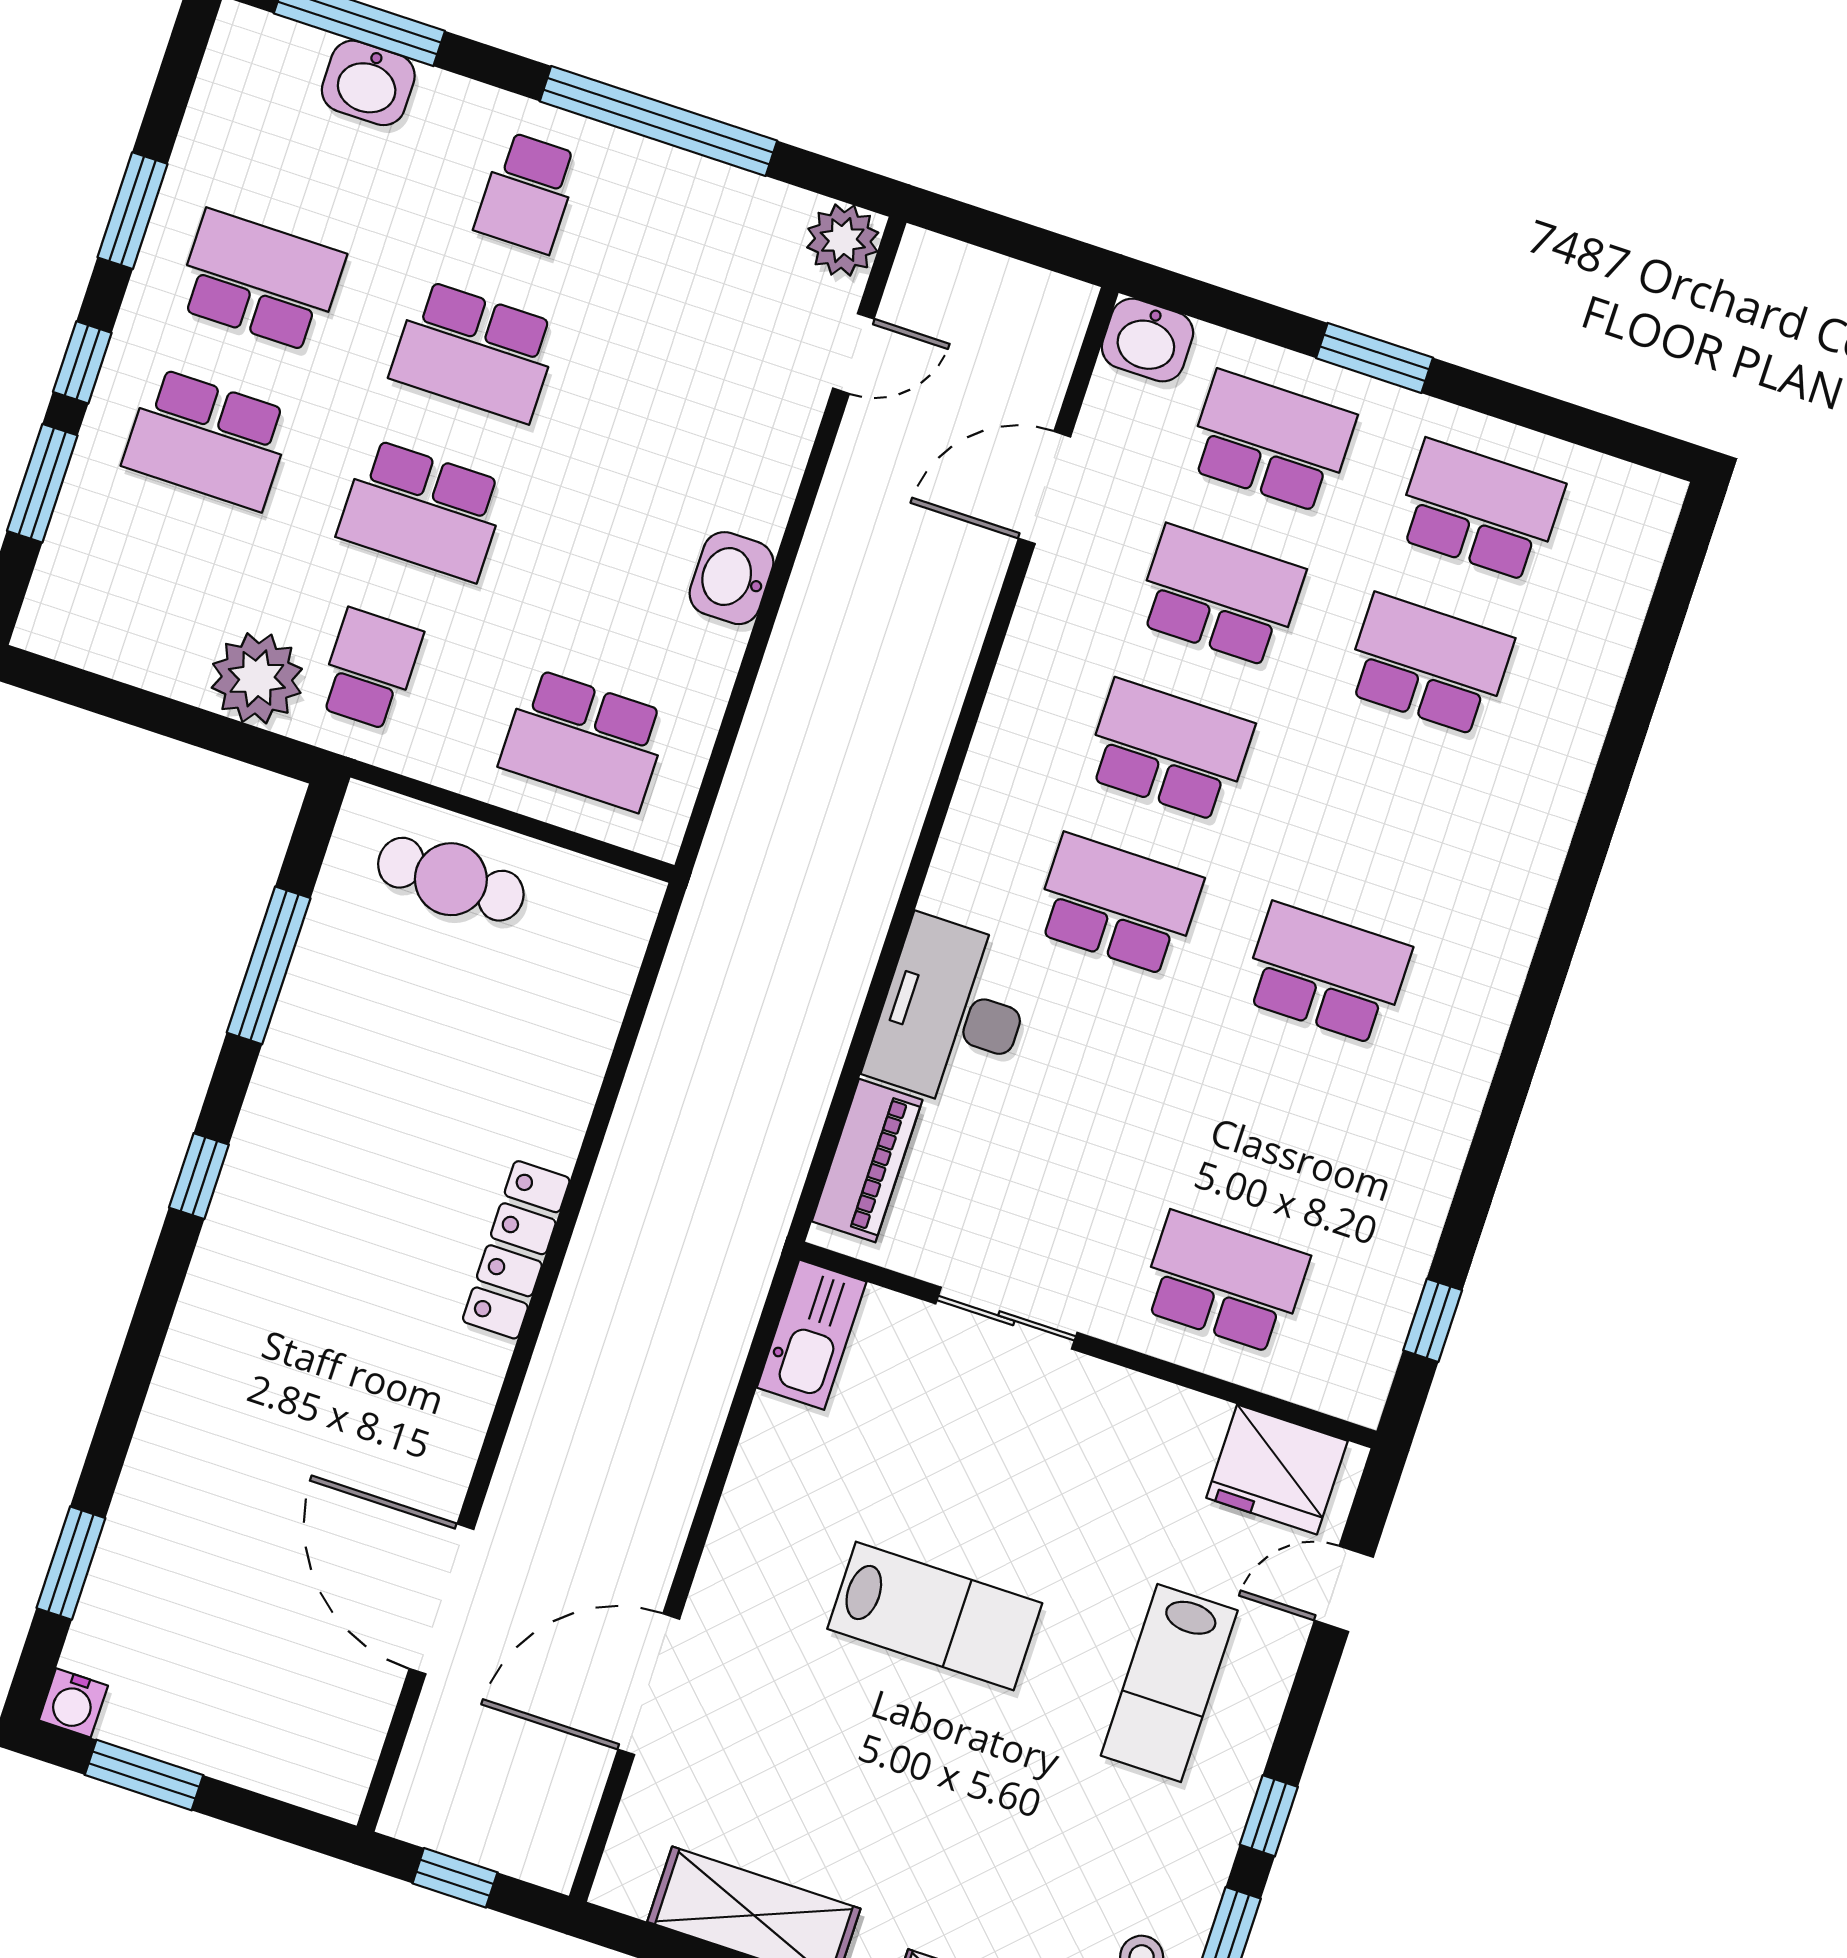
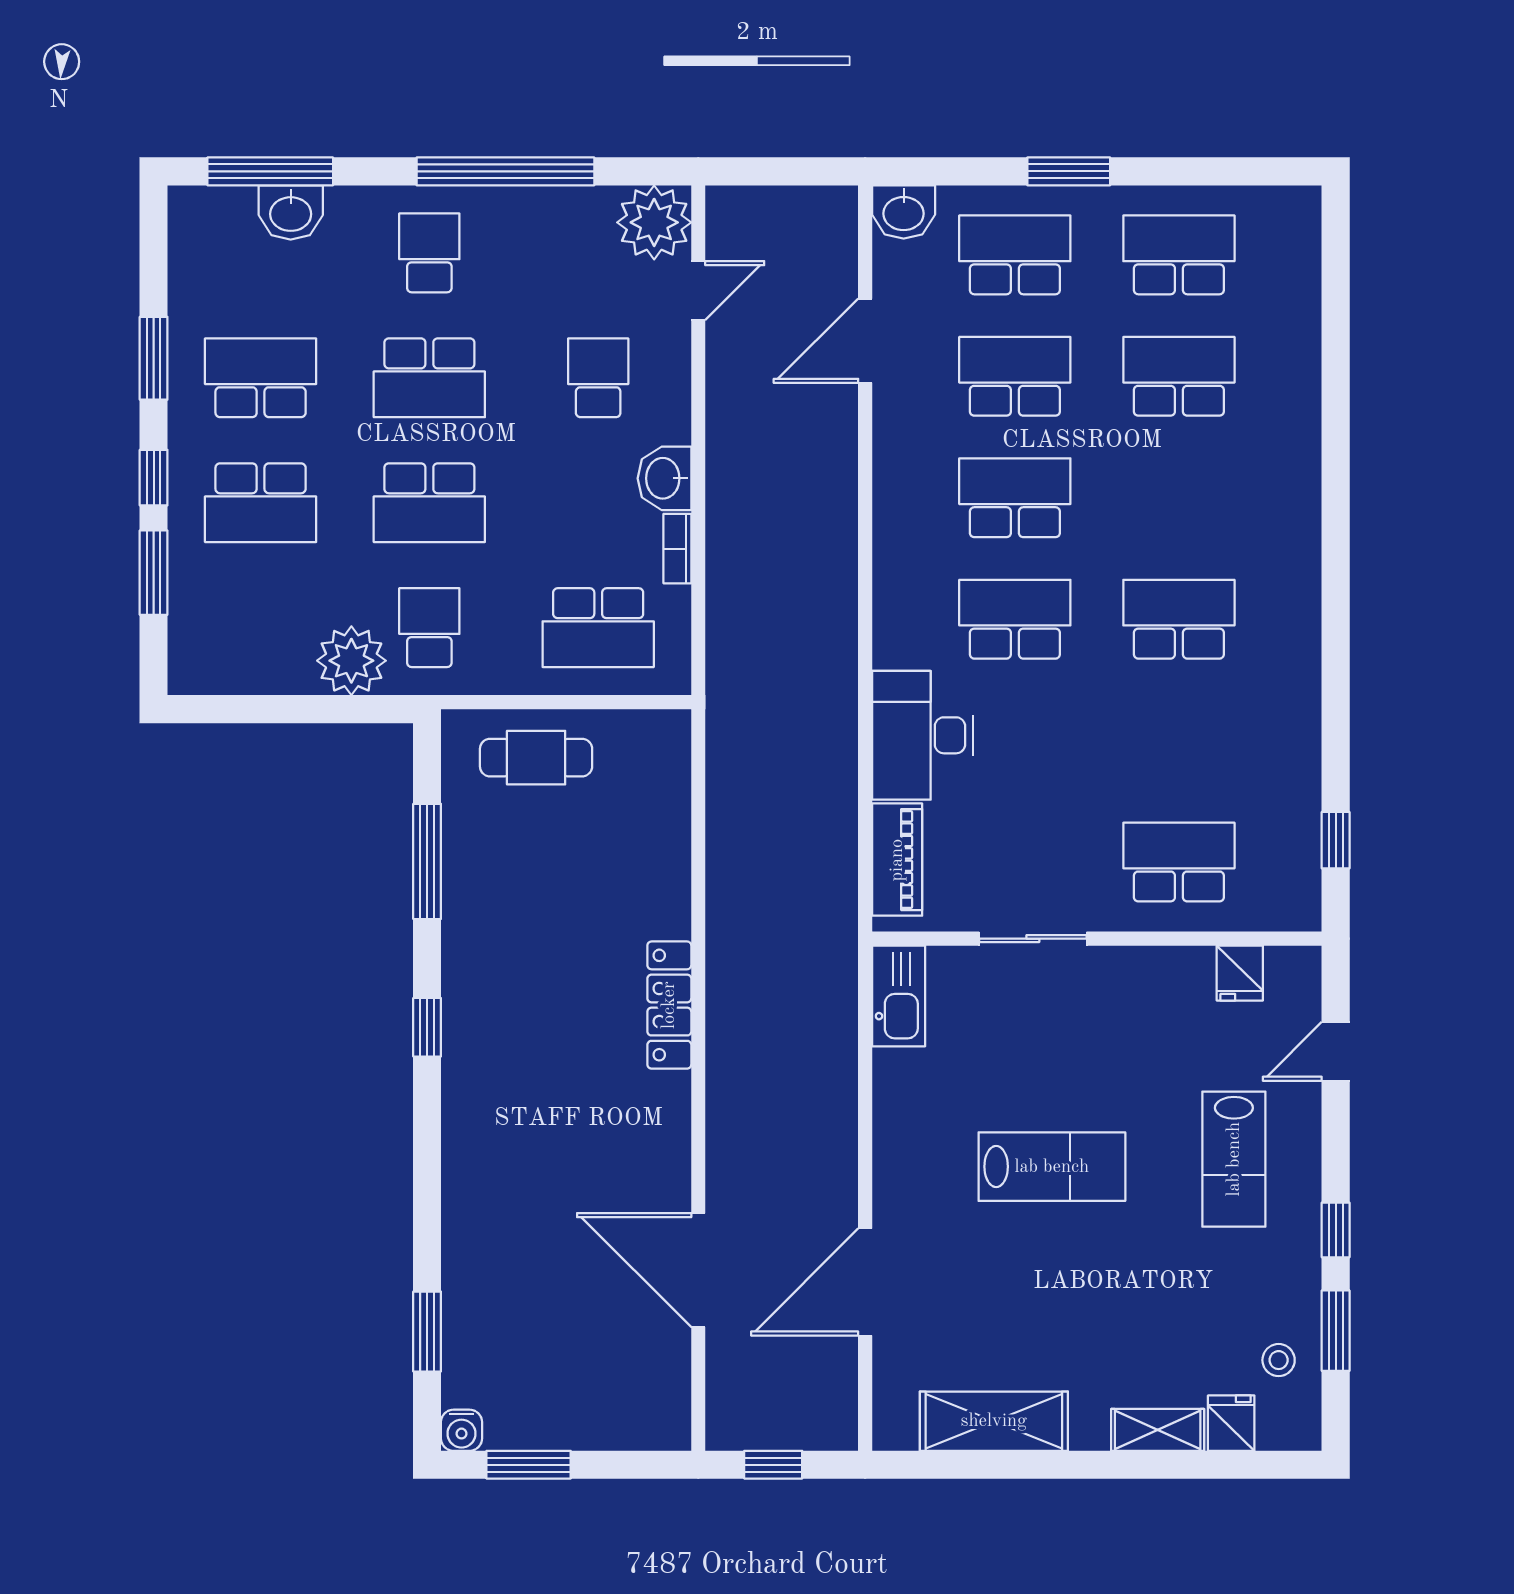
school desk: (527, 193) -> (429, 253), turned 180
plant: (843, 240) -> (654, 222), width x1.36, depth x1.36
school desk: (690, 422) -> (598, 378), added
bookcase: (718, 673) -> (677, 549), added
fridge: (1277, 1469) -> (1240, 973), width x0.53, depth x0.75

